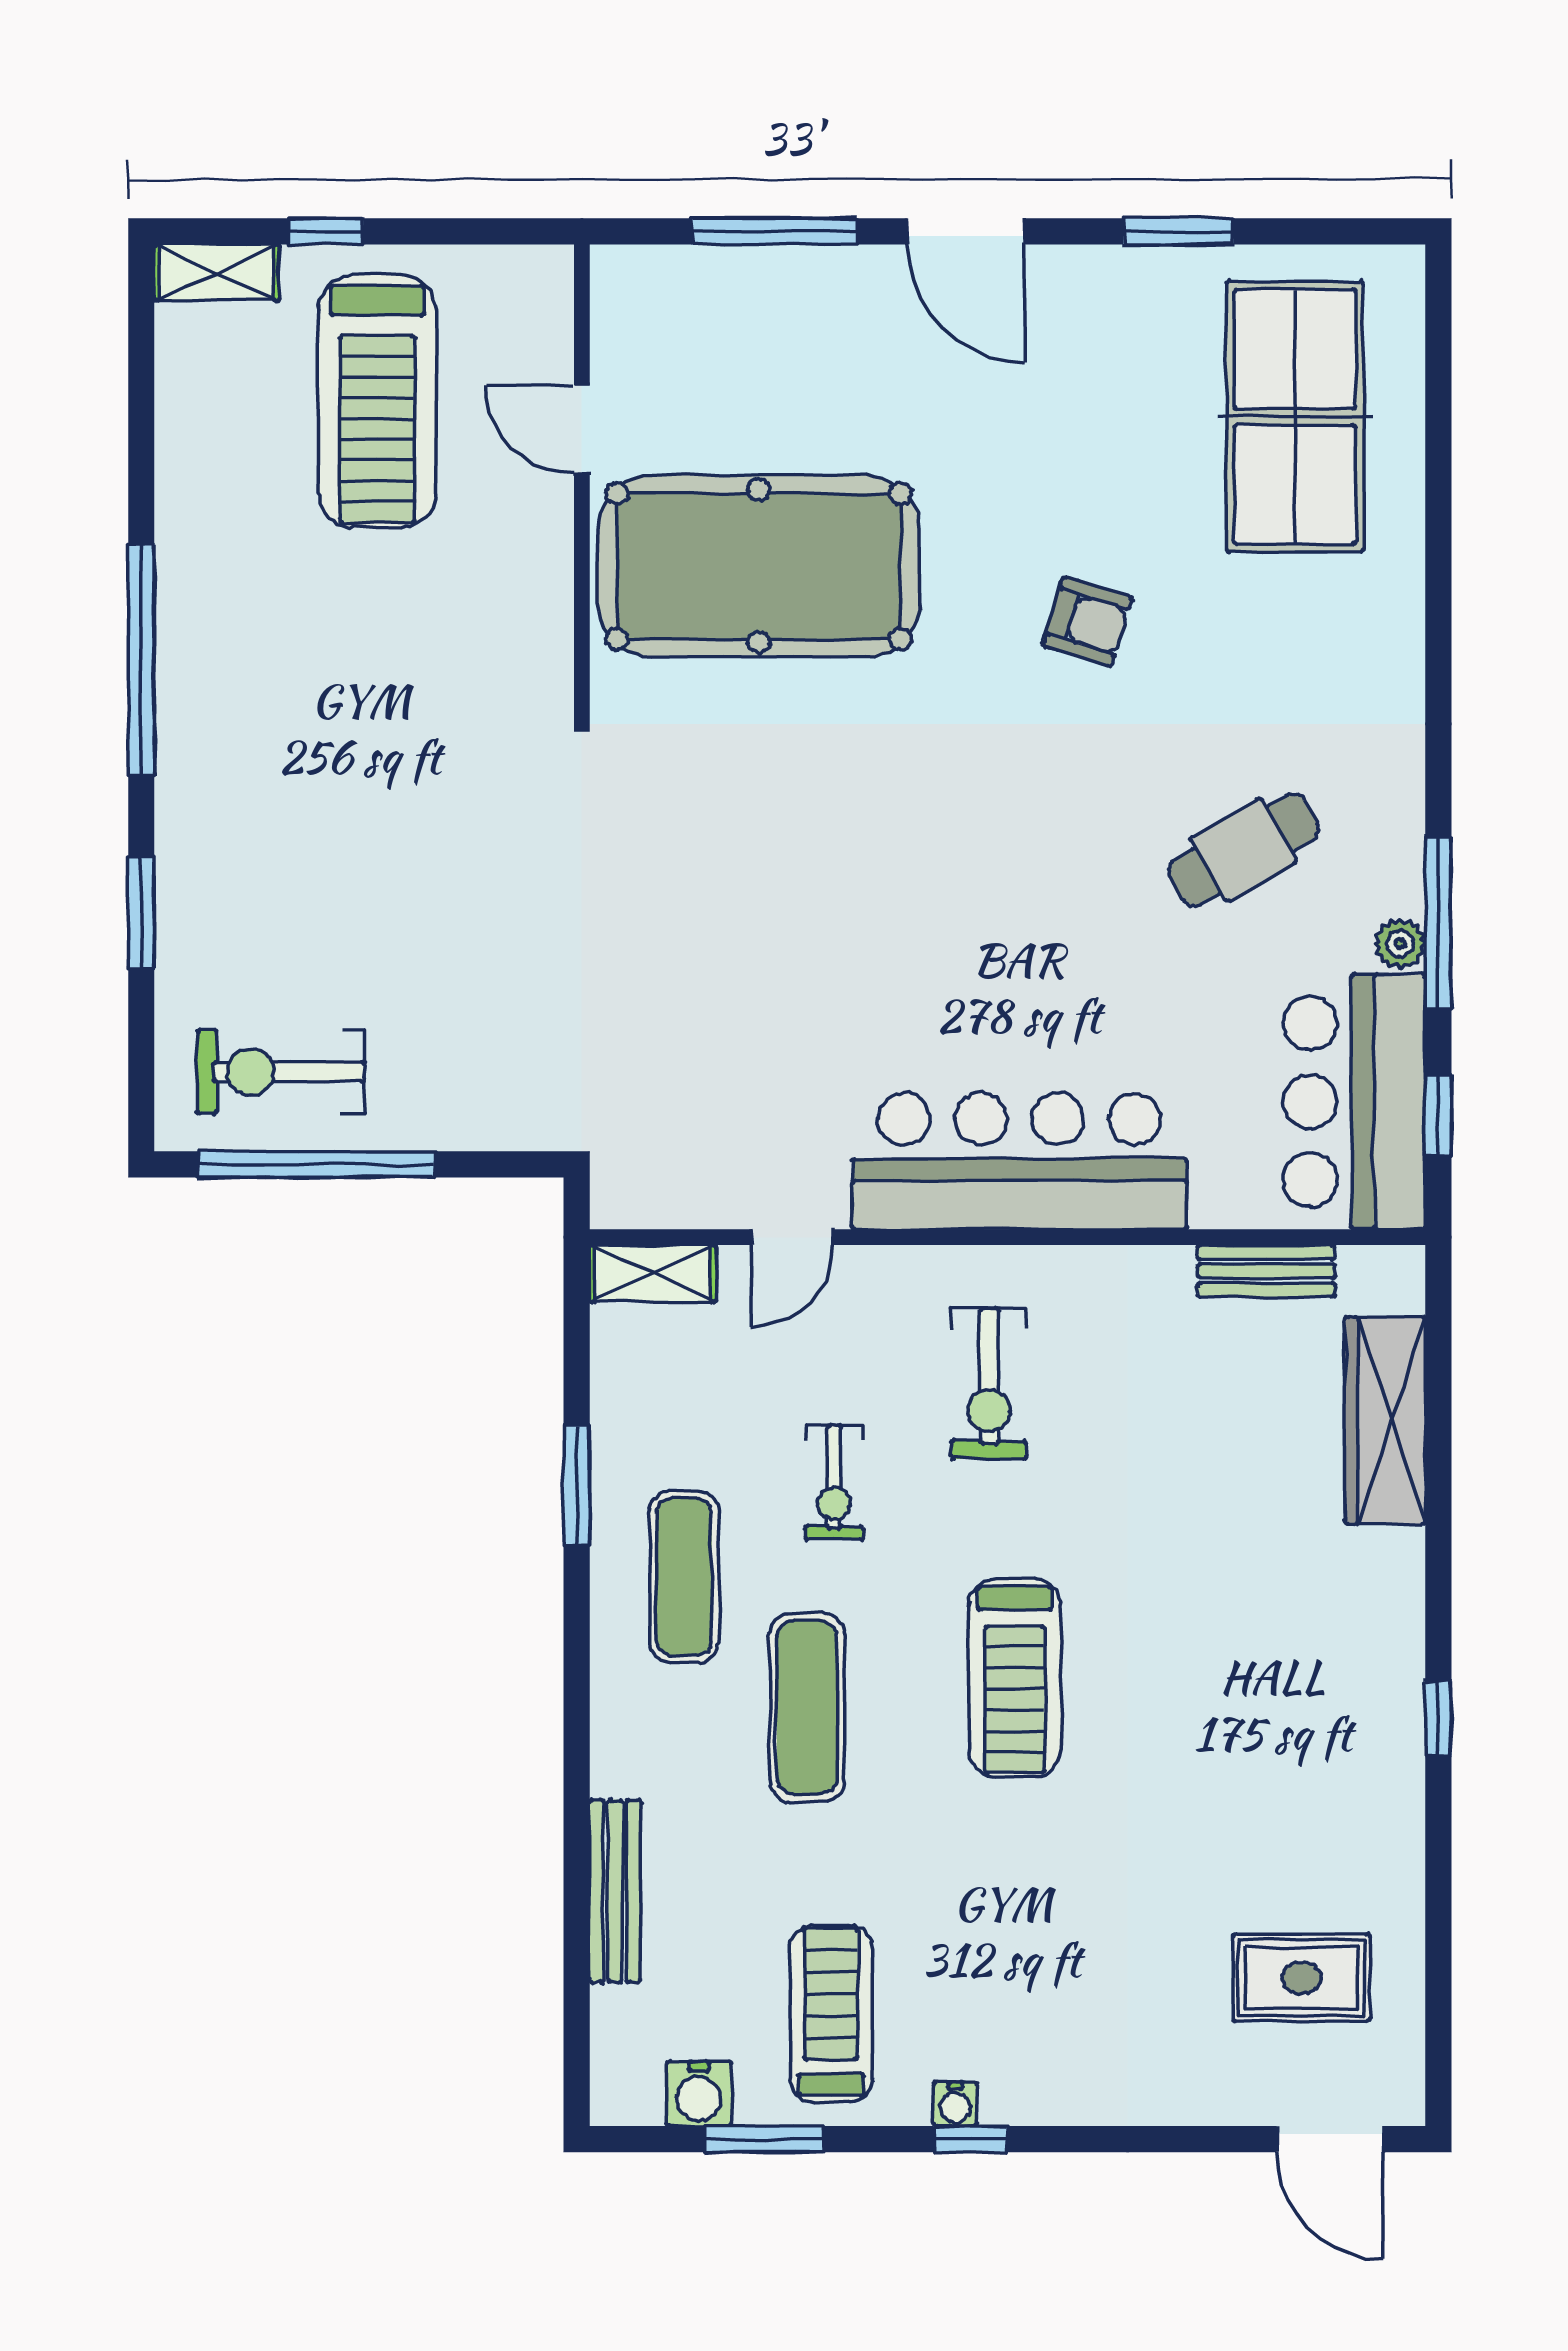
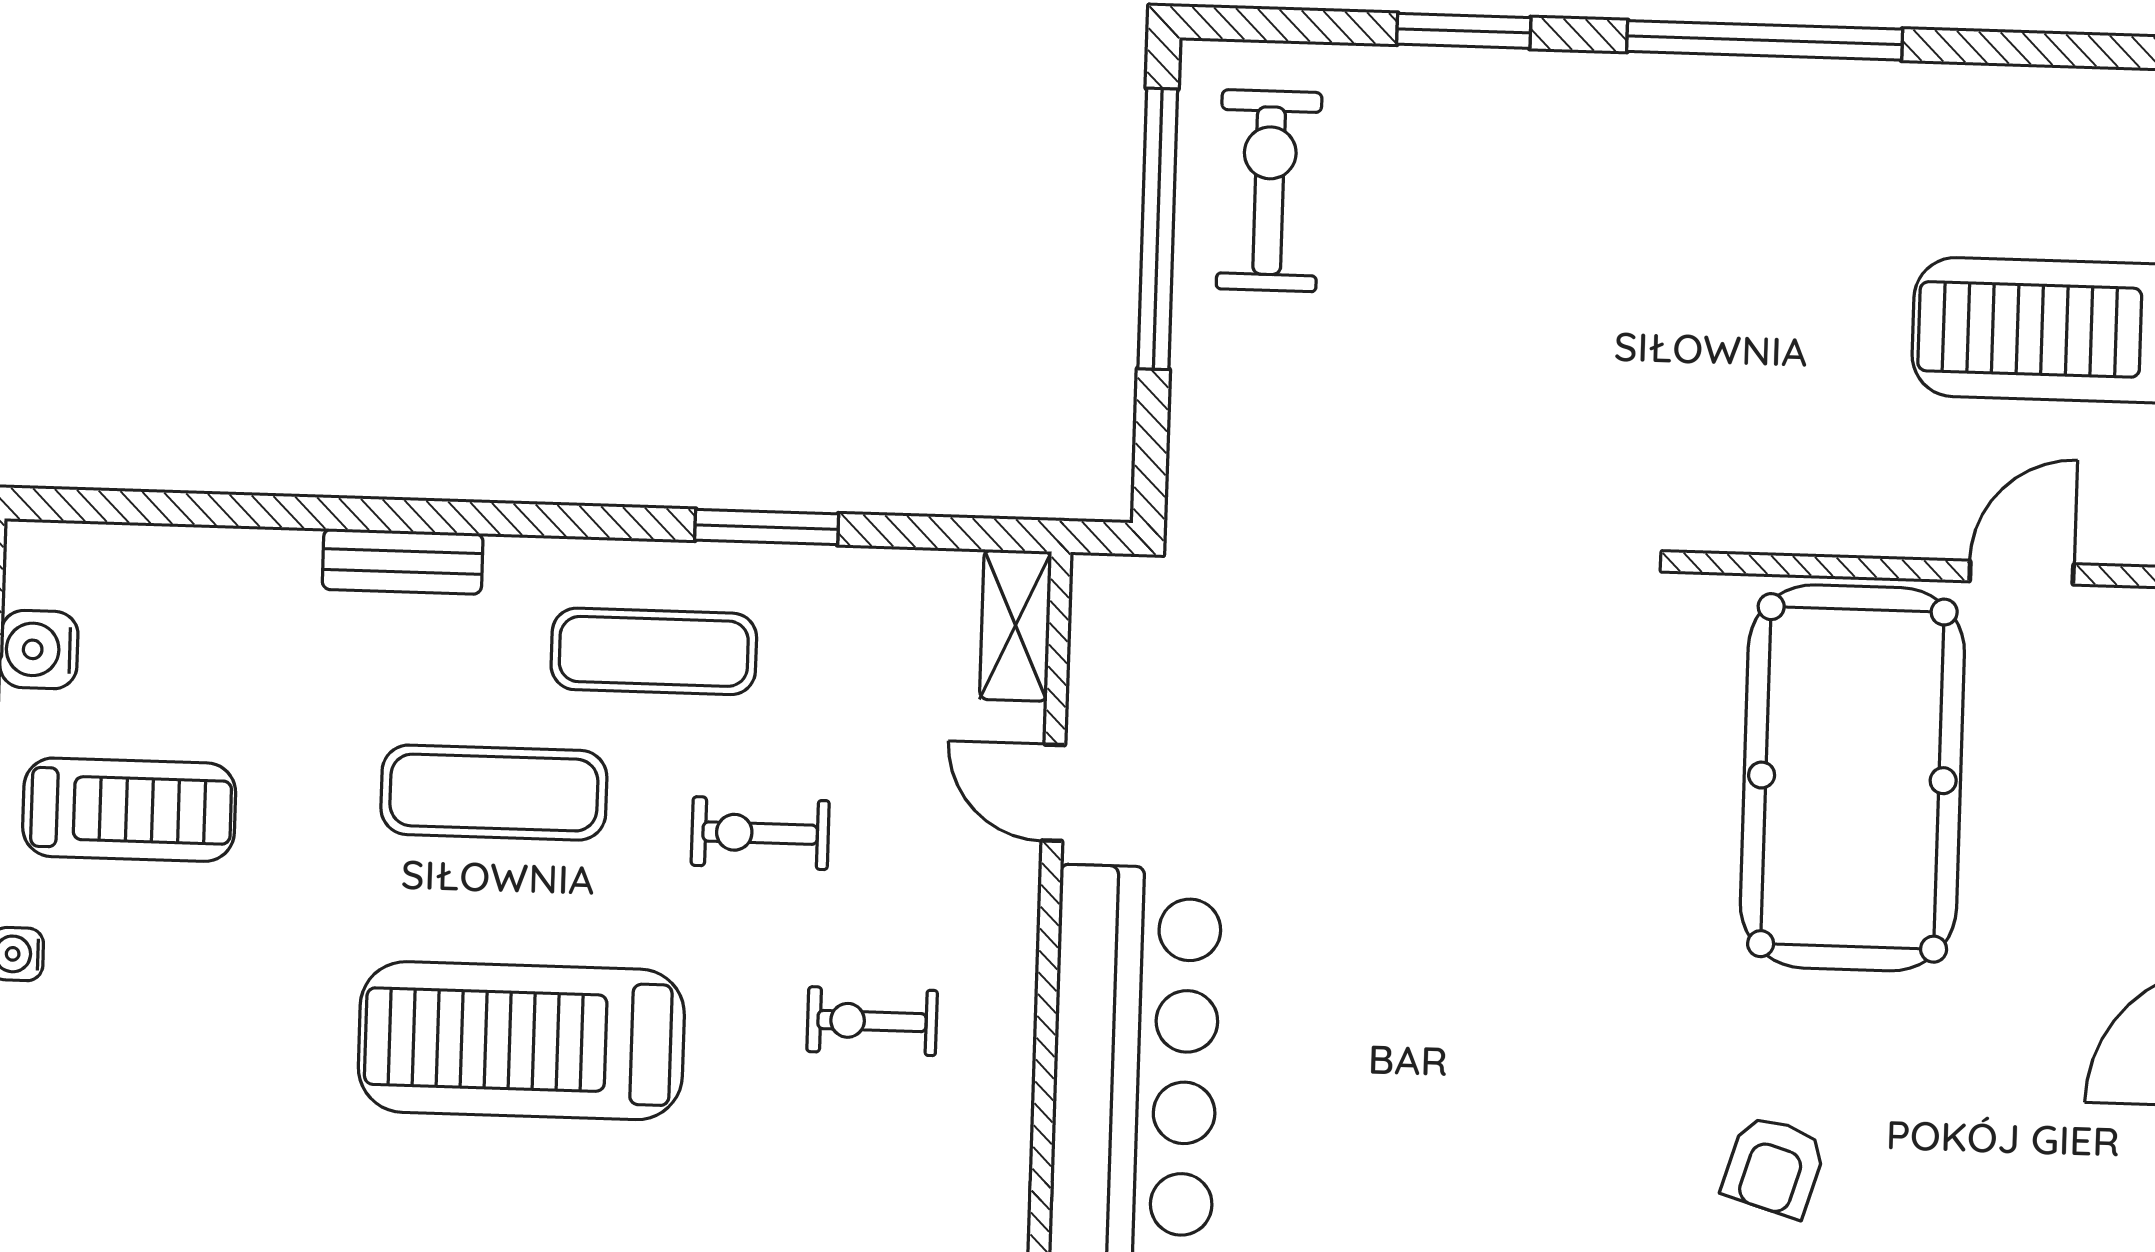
exercise bike: (989, 1384) -> (872, 1021), width x0.73, depth x0.72
treadmill: (1015, 1678) -> (521, 1041), width x1.37, depth x1.38
bench: (615, 1891) -> (403, 561), moved, width x0.73

